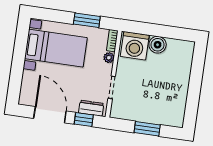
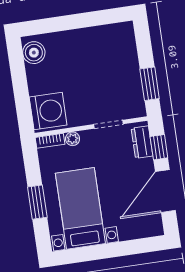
window: (87, 20) -> (37, 202), moved
boiler: (158, 45) -> (34, 53), moved
window: (147, 129) -> (150, 84), moved

